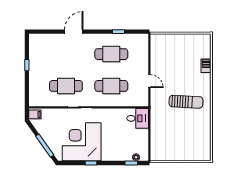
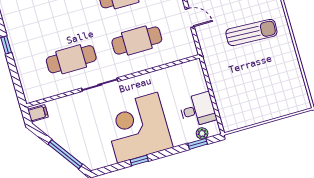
desk: (138, 118) -> (198, 110), moved
corner desk: (82, 142) -> (138, 128), moved

